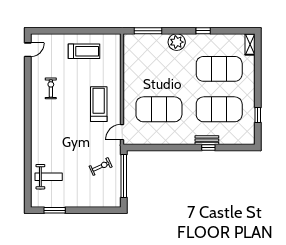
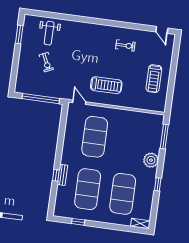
exercise bike: (101, 167) -> (46, 62), moved

